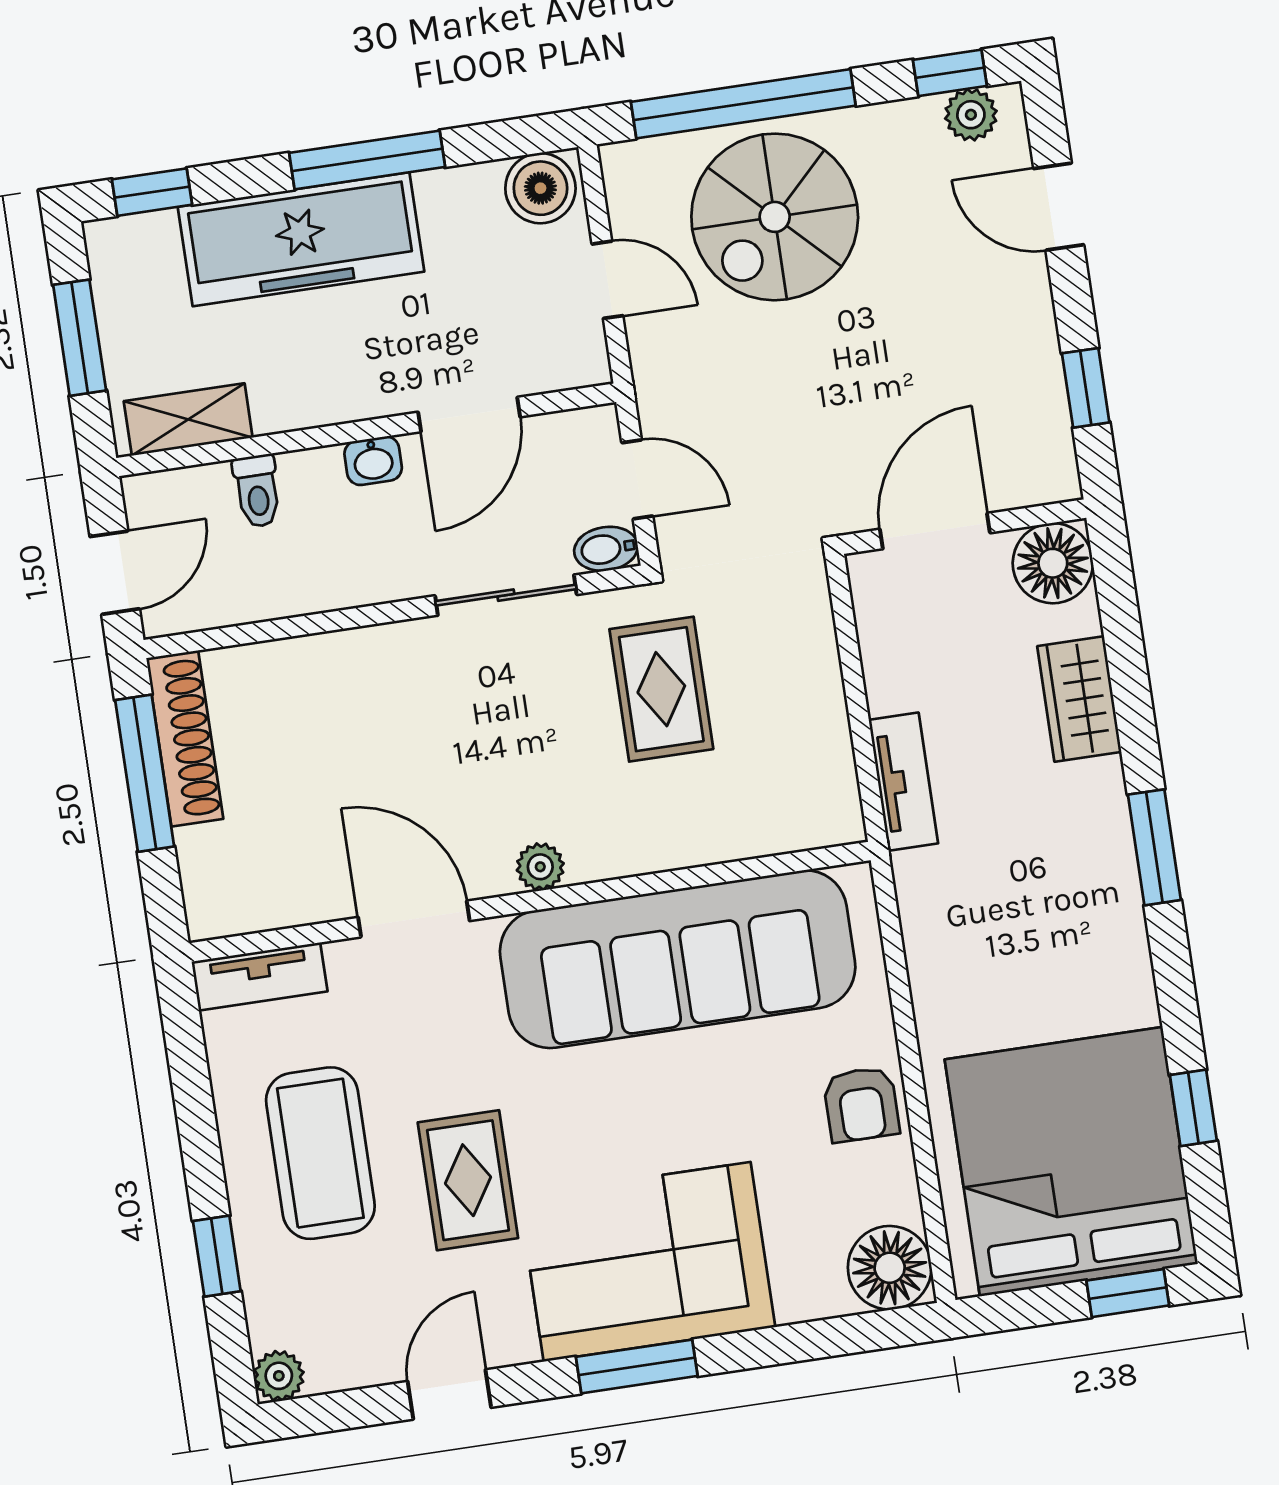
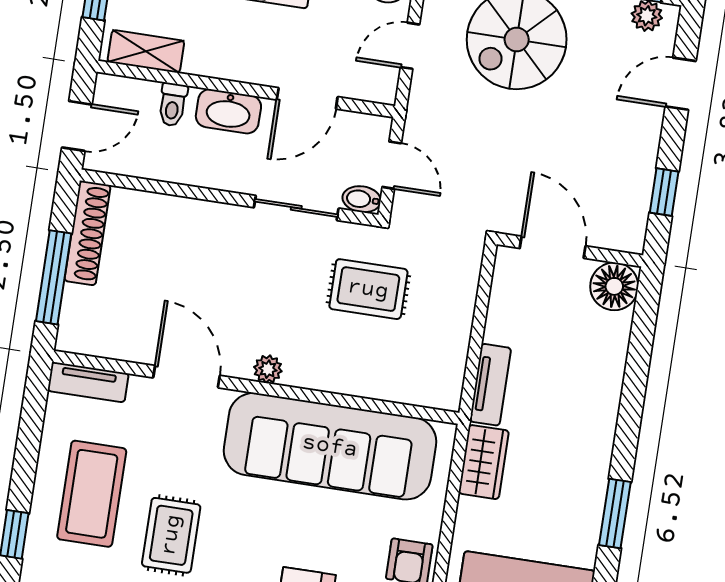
door: (1059, 207) -> (681, 84), hinge flipped
door: (607, 280) -> (410, 46), swing flipped
washbasin: (373, 461) -> (228, 111), width x1.91, depth x1.45
door: (935, 531) -> (553, 247), hinge flipped
rug: (661, 689) -> (368, 289), turned 90
wardrobe: (1079, 699) -> (484, 462), moved, turned 180
window: (145, 773) -> (54, 277), moved
window: (1154, 847) -> (615, 514), moved

